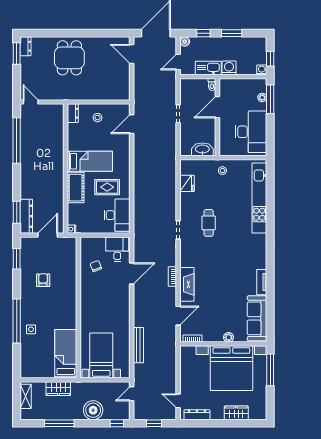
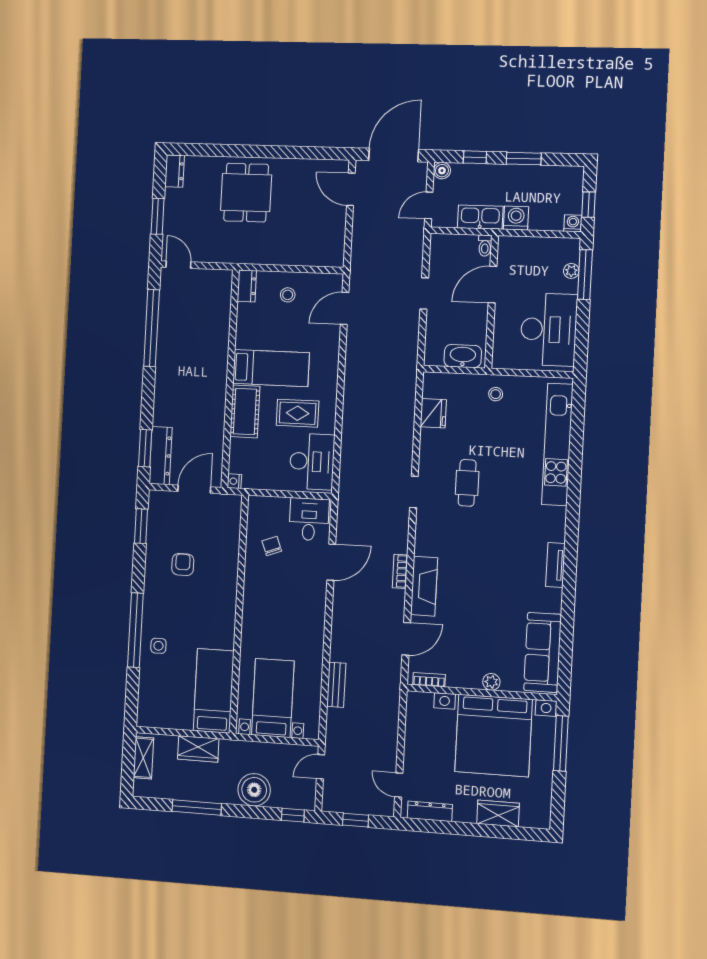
window: (17, 53) -> (158, 216), moved
tv unit: (262, 282) -> (555, 565), moved
bench: (138, 345) -> (336, 685), width x0.73

